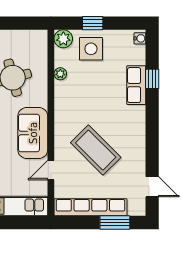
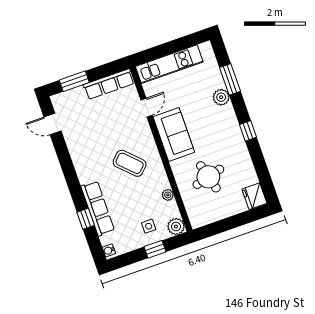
side table: (91, 49) -> (149, 226), width x0.54, depth x0.54
row of seats: (136, 85) -> (98, 208), width x1.48
coffee table: (96, 150) -> (130, 163), moved, width x0.73, depth x0.76
row of seats: (90, 207) -> (109, 84), width x0.73

